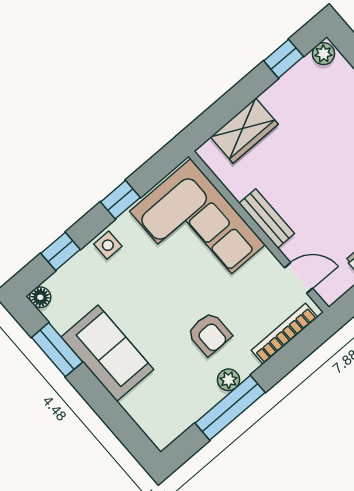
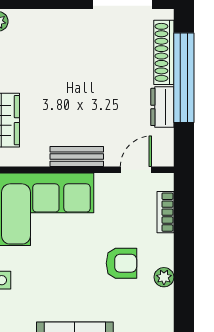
bookcase: (284, 334) -> (165, 212), width x0.64
window: (230, 408) -> (184, 293), removed

